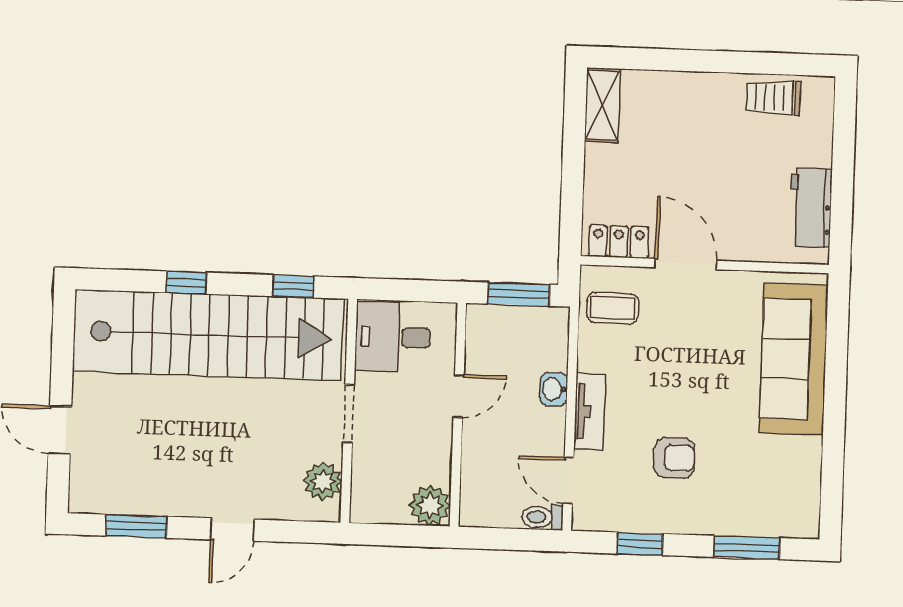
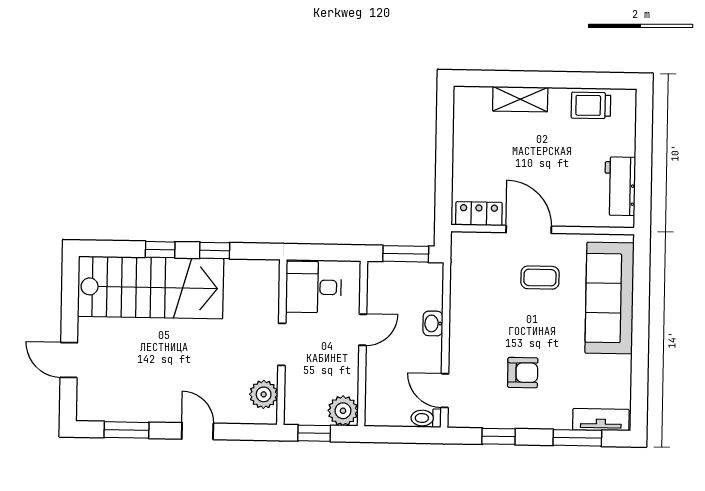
shelving: (602, 105) -> (520, 99), moved, turned 90
window: (293, 286) -> (215, 250), moved
coffee table: (613, 308) -> (540, 278), moved
stairs: (208, 335) -> (151, 287), width x0.73
tv unit: (590, 412) -> (601, 420), moved, turned -90
door: (232, 529) -> (198, 431), swing flipped
window: (390, 535) -> (314, 433), added

